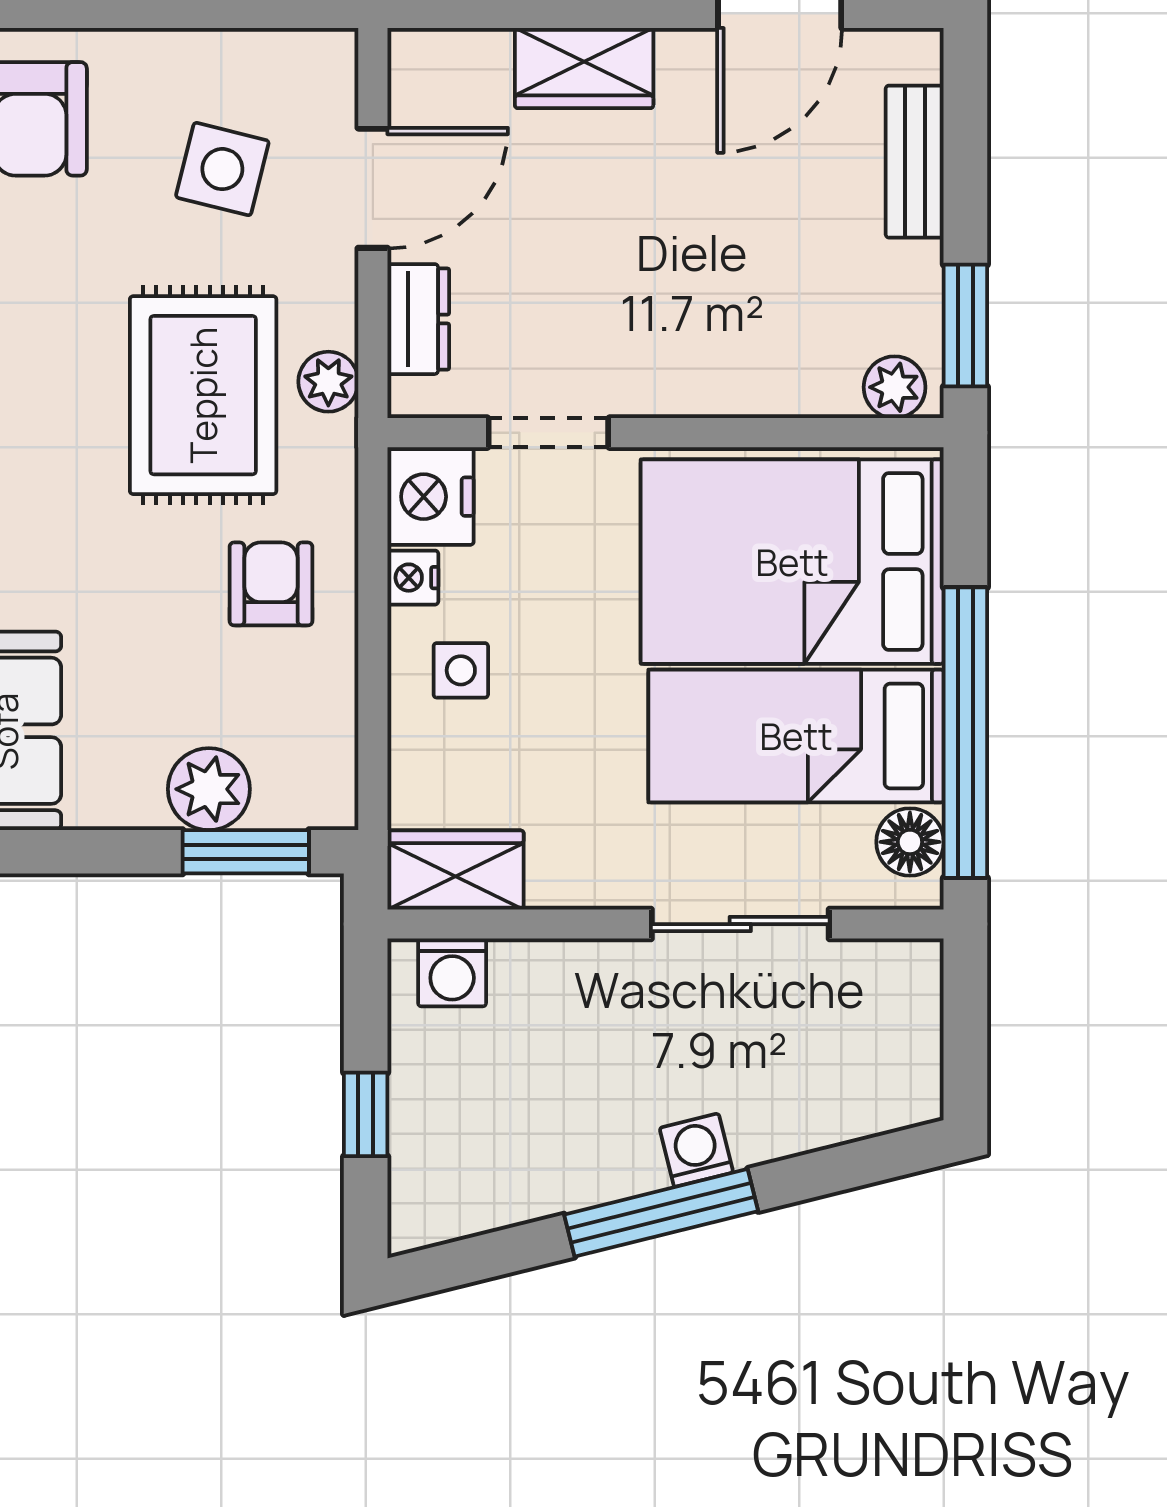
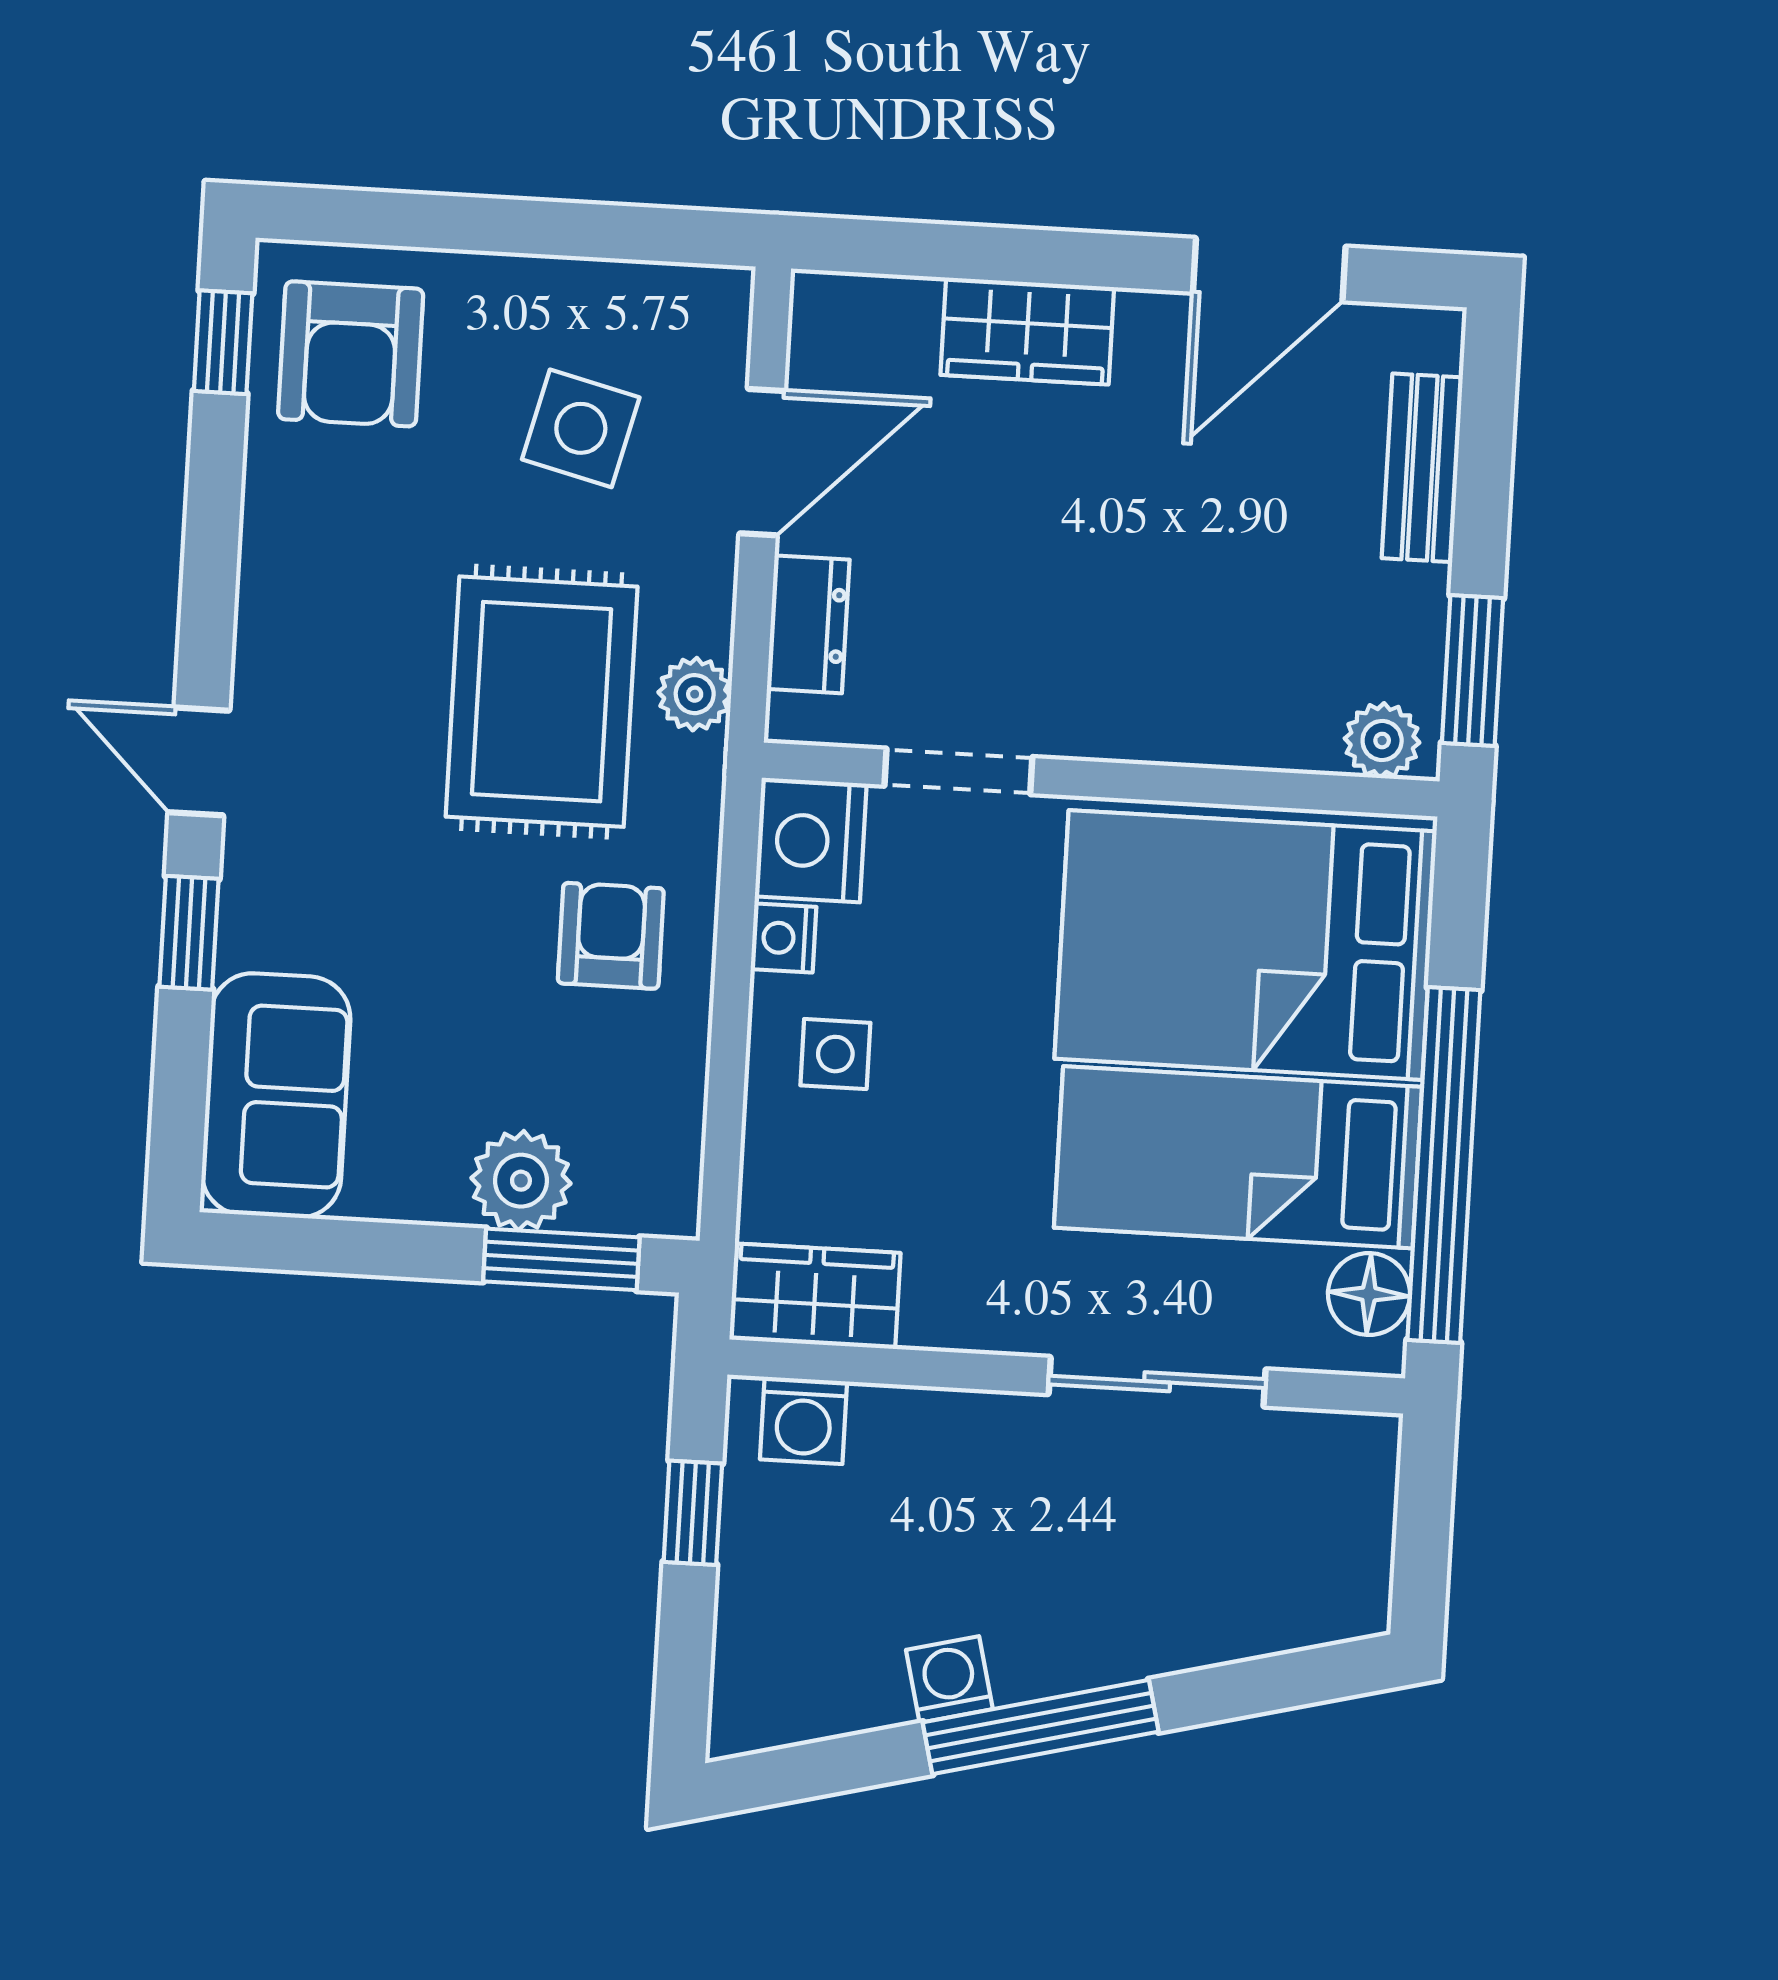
window: (366, 1114) -> (693, 1513), moved
washing machine: (696, 1150) -> (949, 1679), moved

